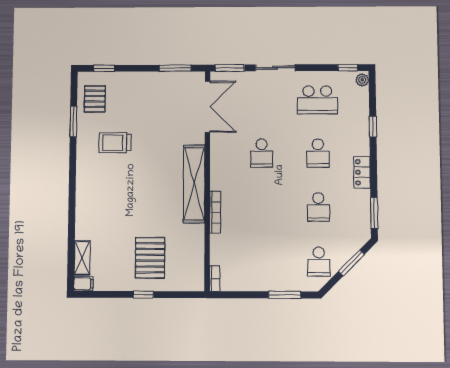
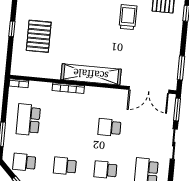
pallet: (150, 258) -> (39, 36), turned 90
school desk: (262, 261) -> (28, 120), added

